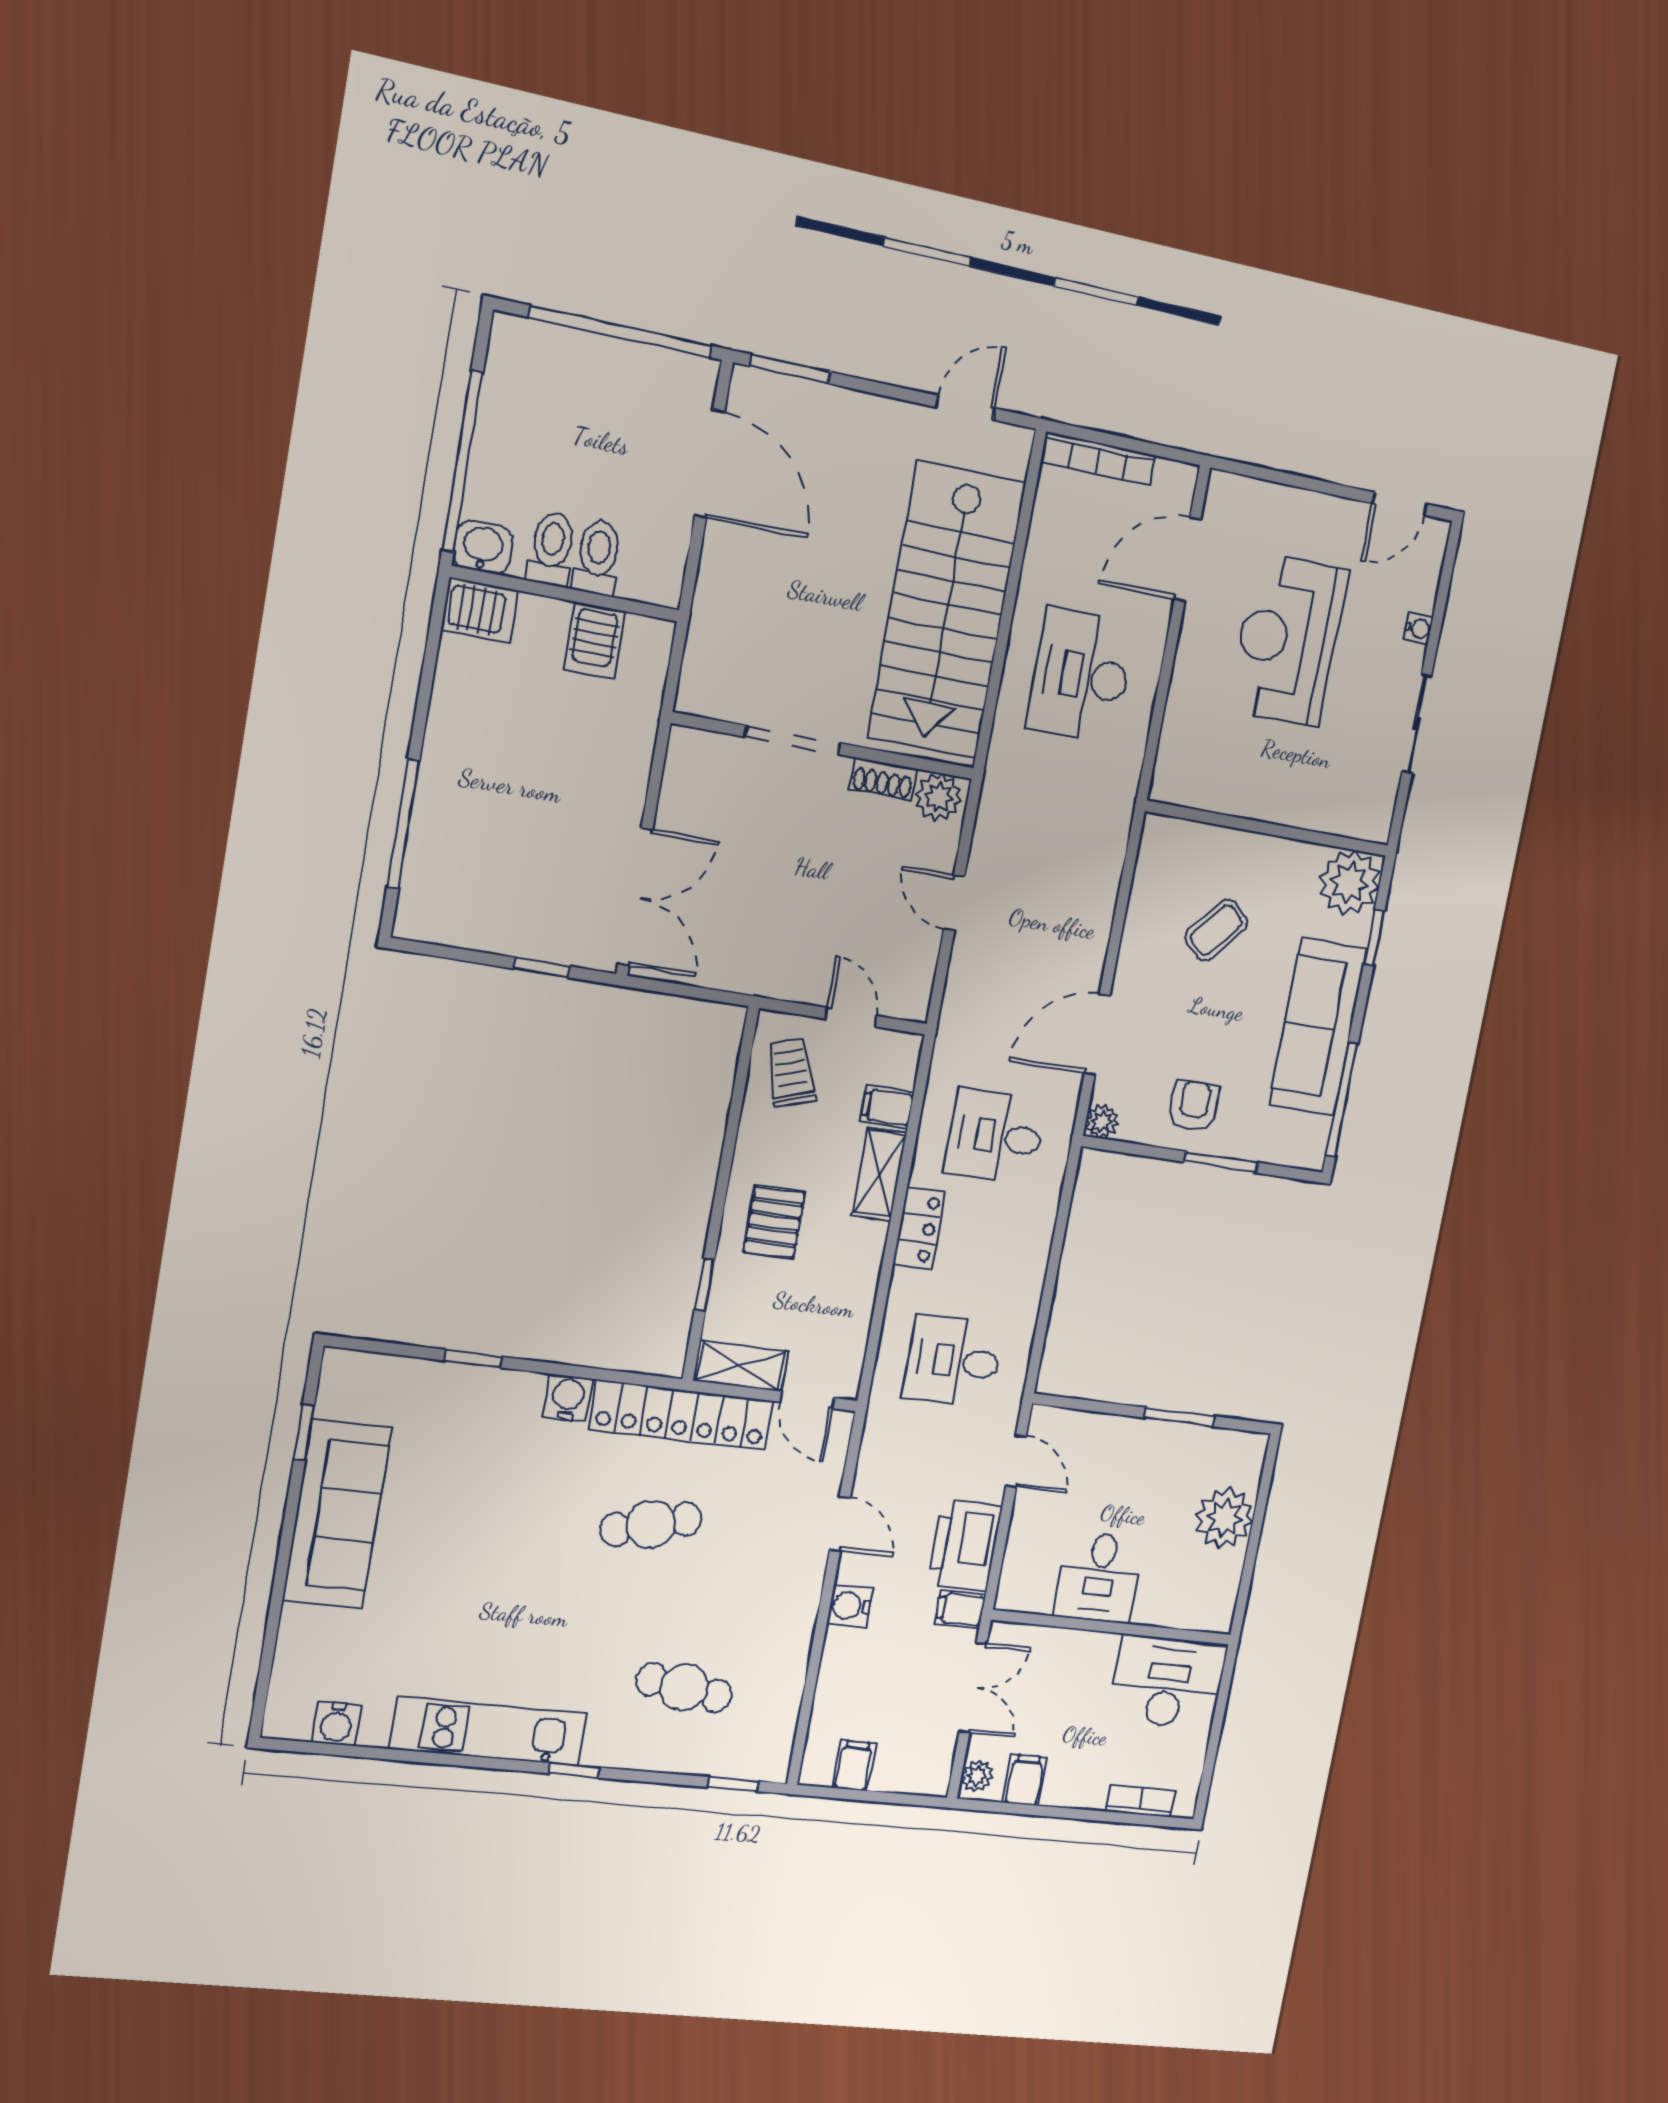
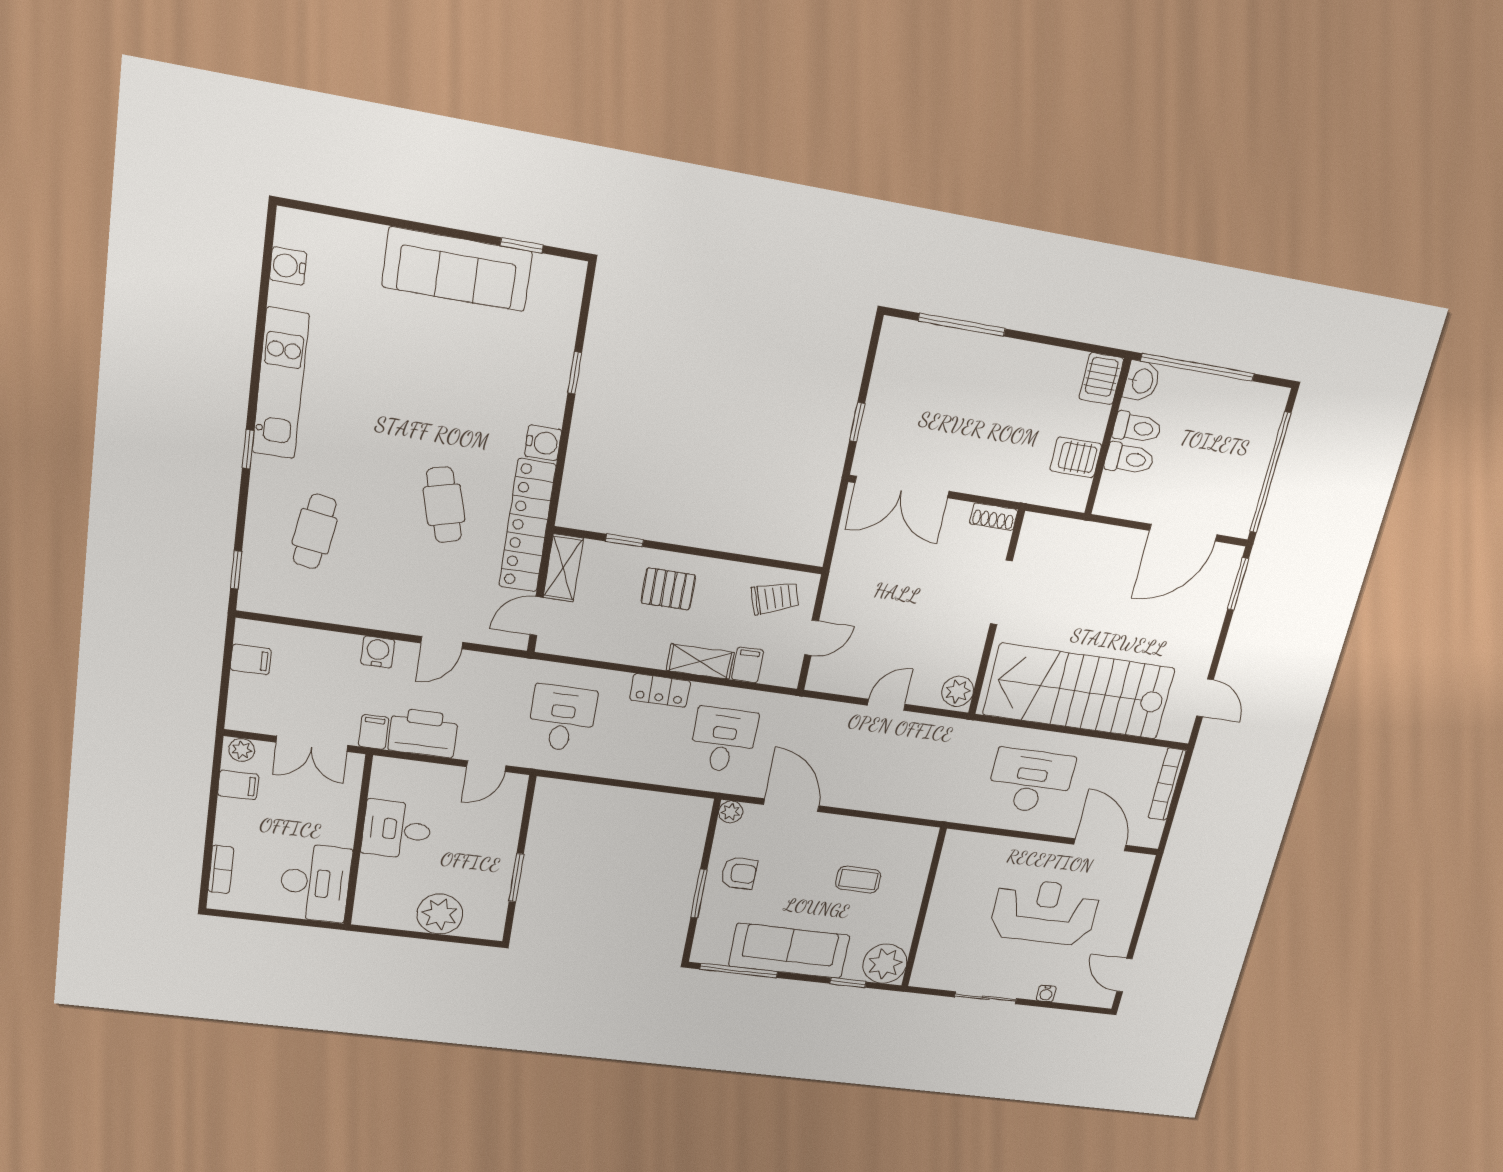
shoe rack: (883, 779) -> (994, 517), moved, turned -90
coffee table: (1216, 930) -> (858, 880), turned -41

